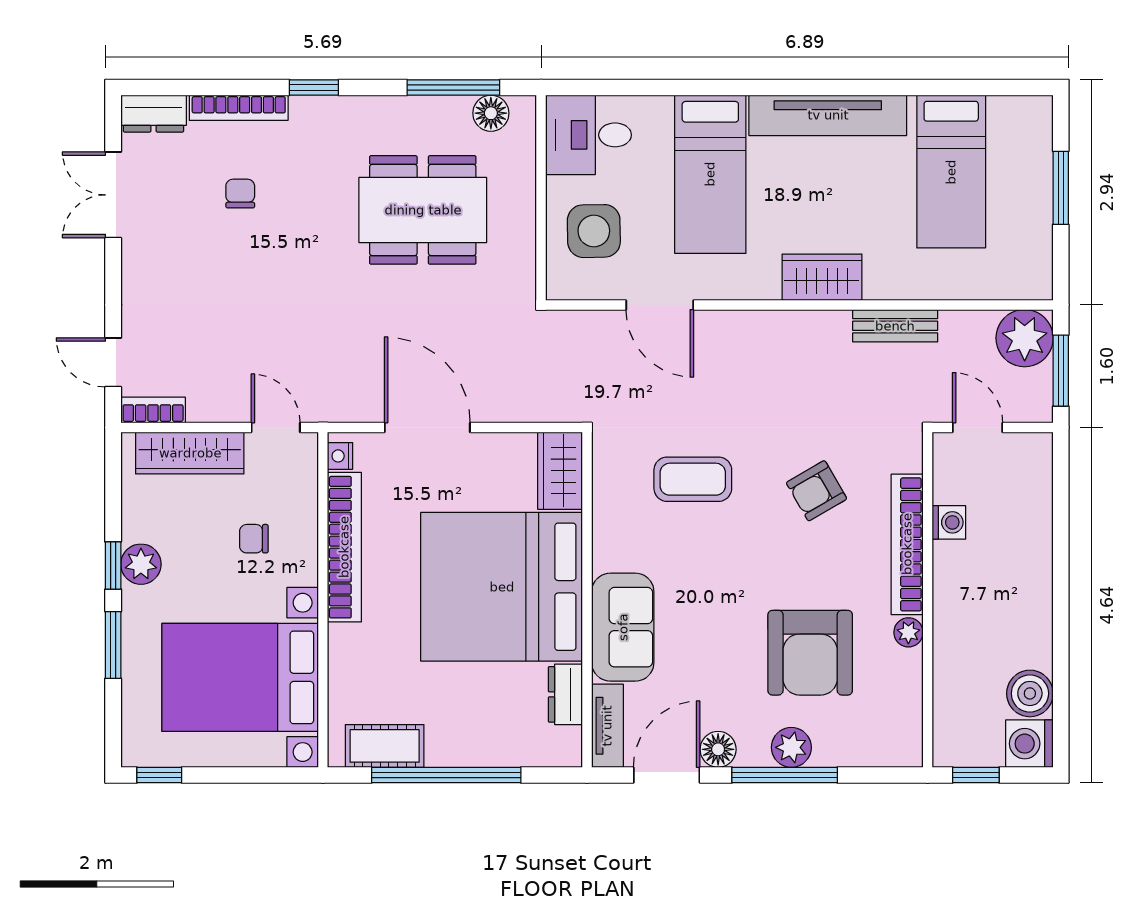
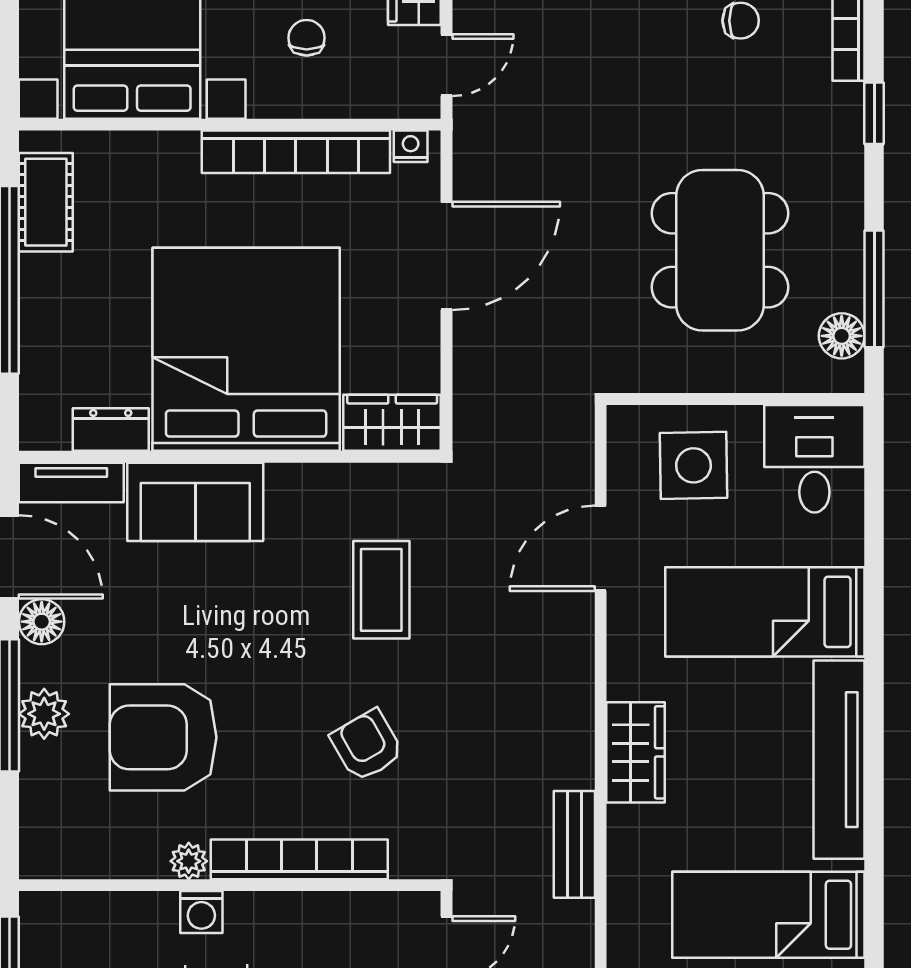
washing machine: (949, 522) -> (201, 912), moved

